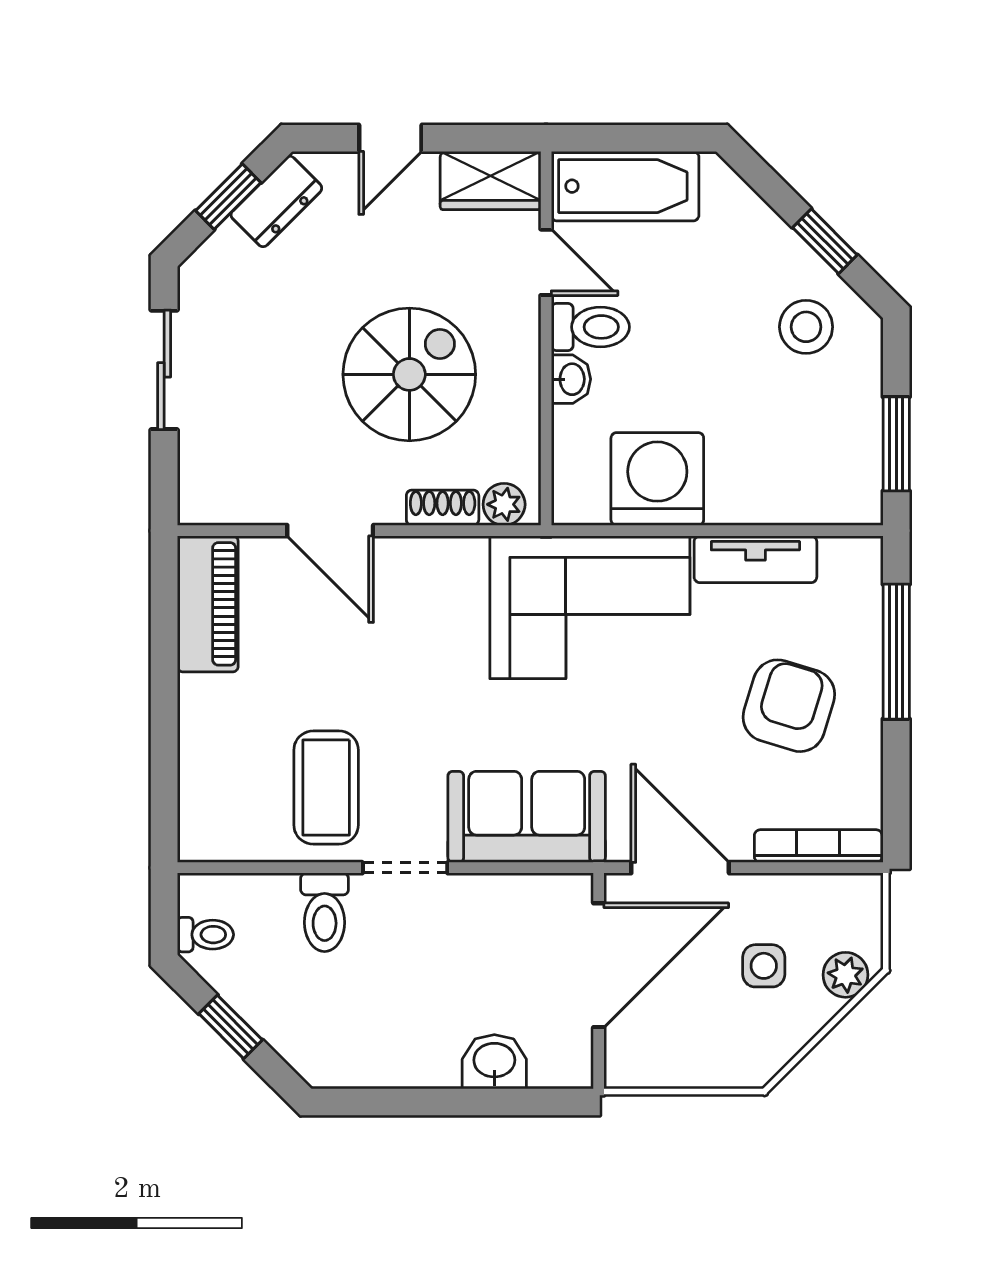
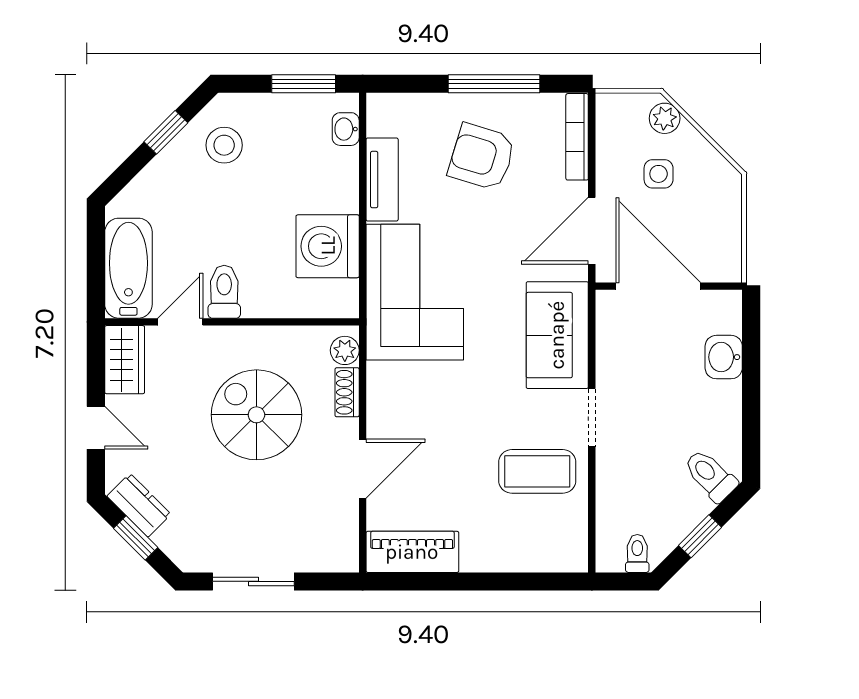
washbasin: (571, 379) -> (346, 129), moved, turned -90
window: (896, 652) -> (494, 84), moved
toilet: (325, 912) -> (710, 476), moved, turned -135

